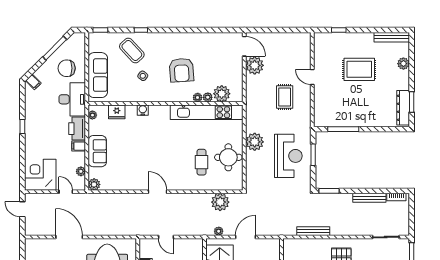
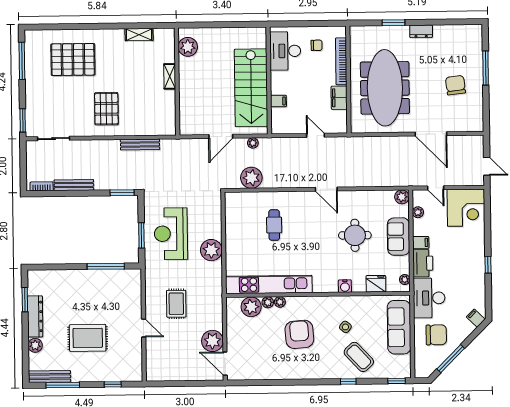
window: (381, 30) -> (63, 385), added
dresser: (403, 108) -> (35, 316), moved
round table: (228, 157) -> (355, 235), moved

